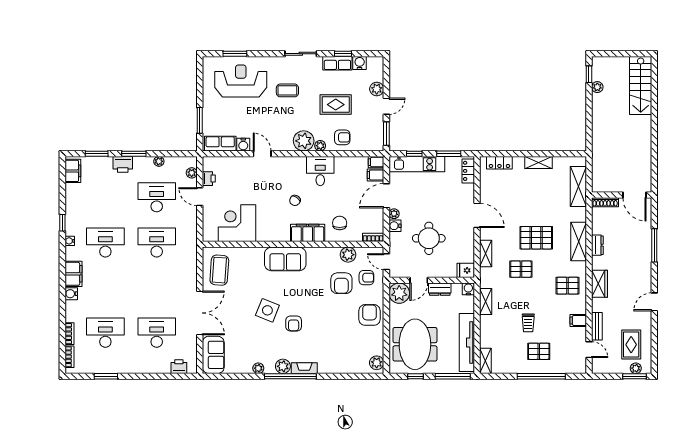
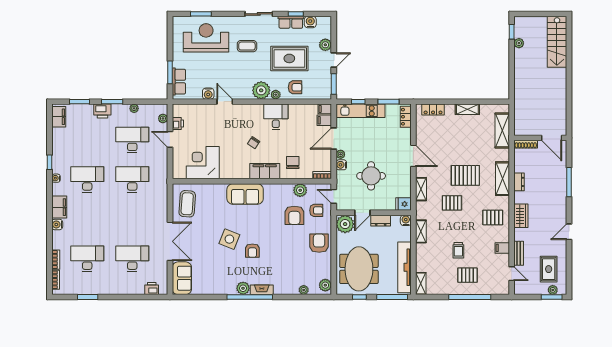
rug: (336, 105) -> (289, 58), width x1.36, depth x1.43
row of seats: (220, 144) -> (179, 82), moved, turned 90
plant: (258, 368) -> (304, 290), moved

